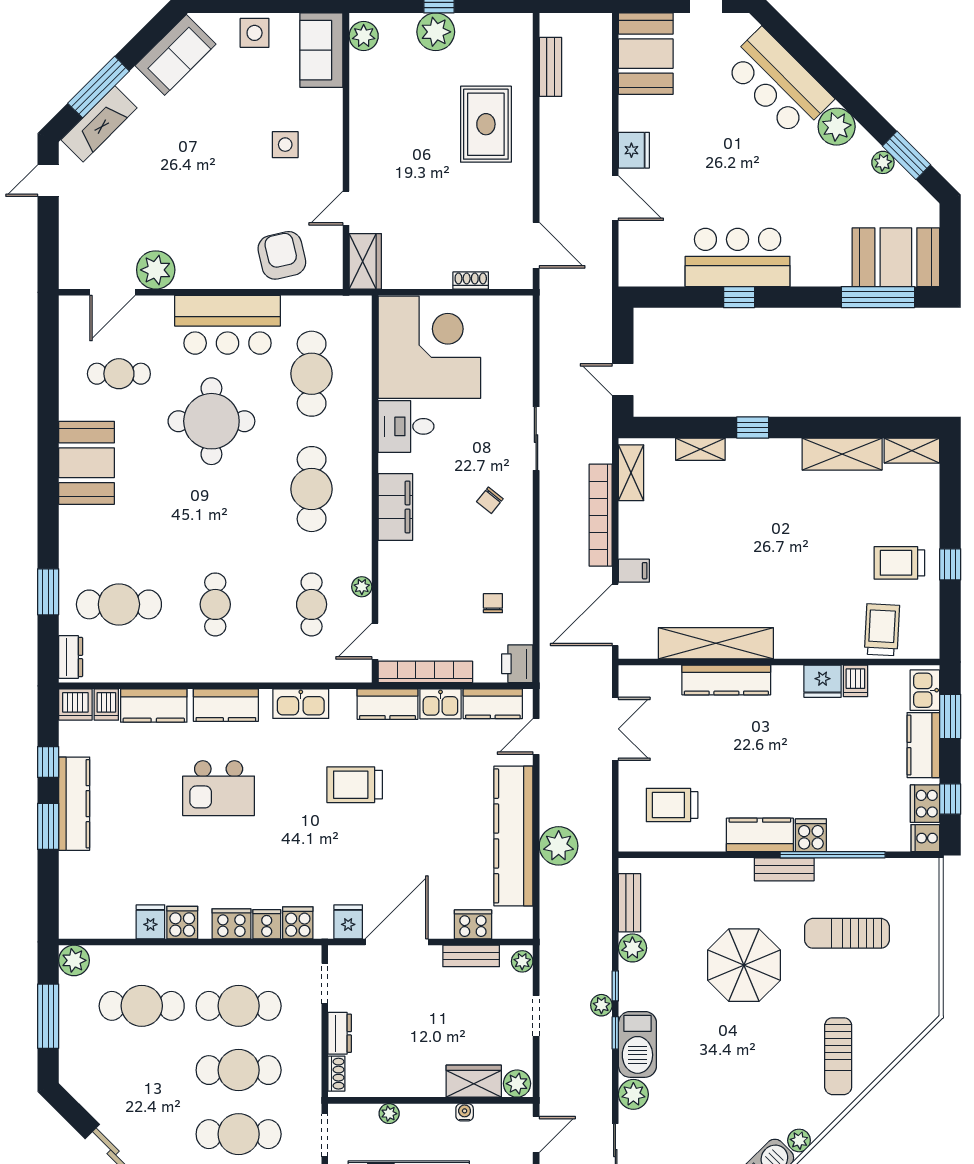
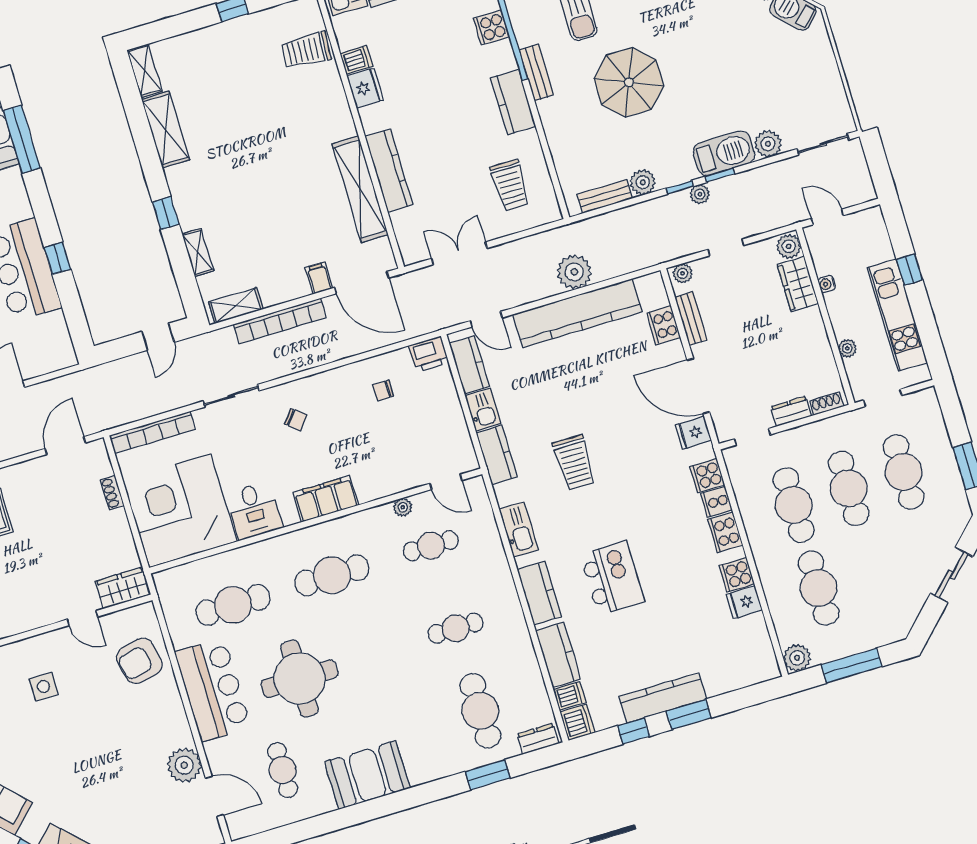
trolley: (899, 563) -> (244, 53), removed
bookcase: (425, 672) -> (152, 432), moved, turned -90
cooker: (811, 835) -> (491, 28), moved

